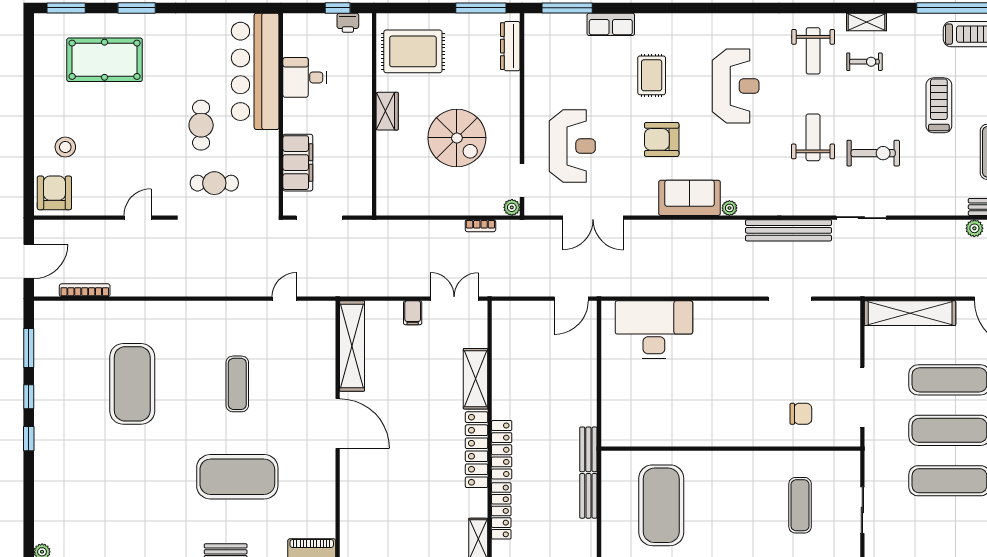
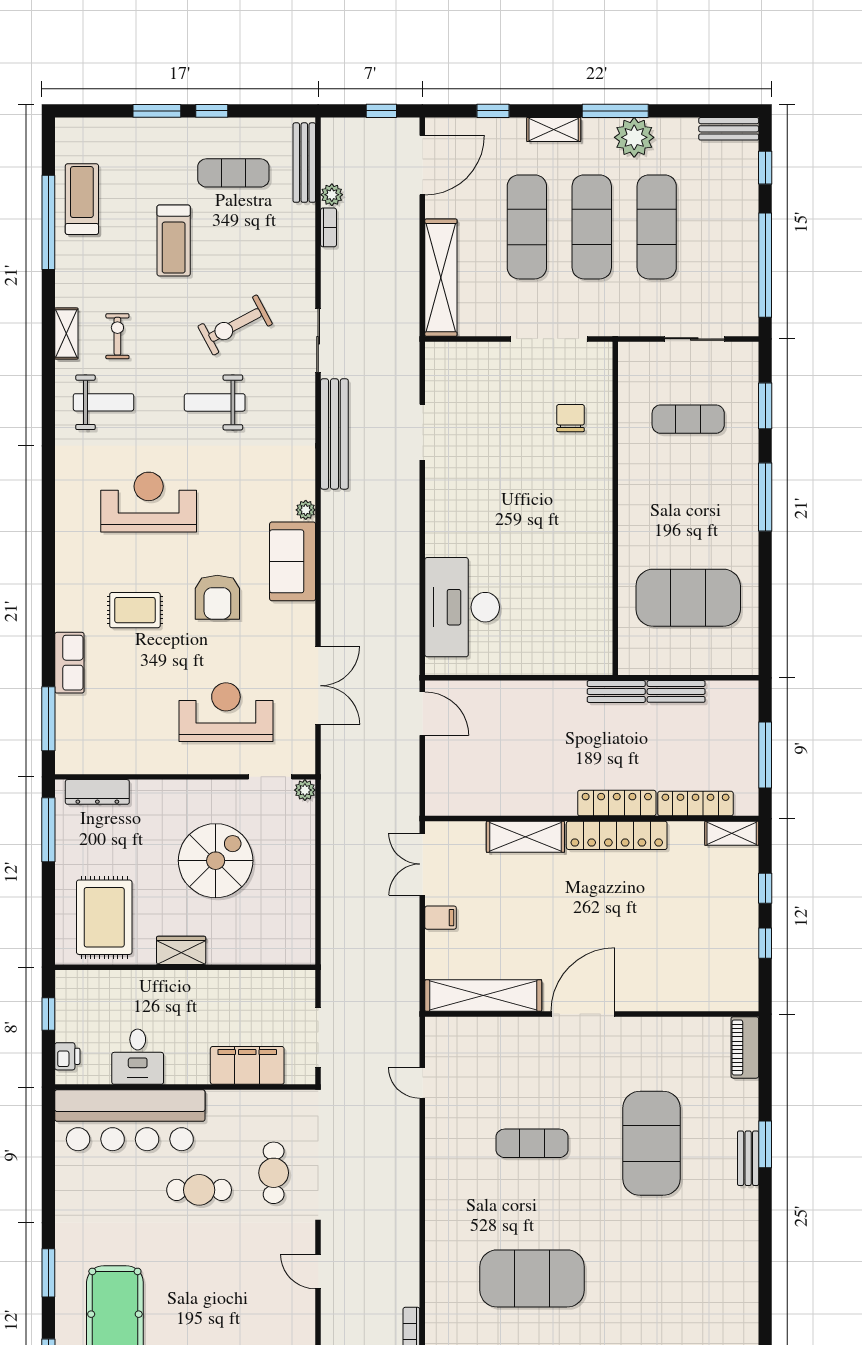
printer: (348, 23) -> (67, 1056), moved
treadmill: (939, 105) -> (174, 240), turned -90
exercise bike: (873, 153) -> (235, 325), turned -118
bookcase: (480, 226) -> (328, 227), moved

